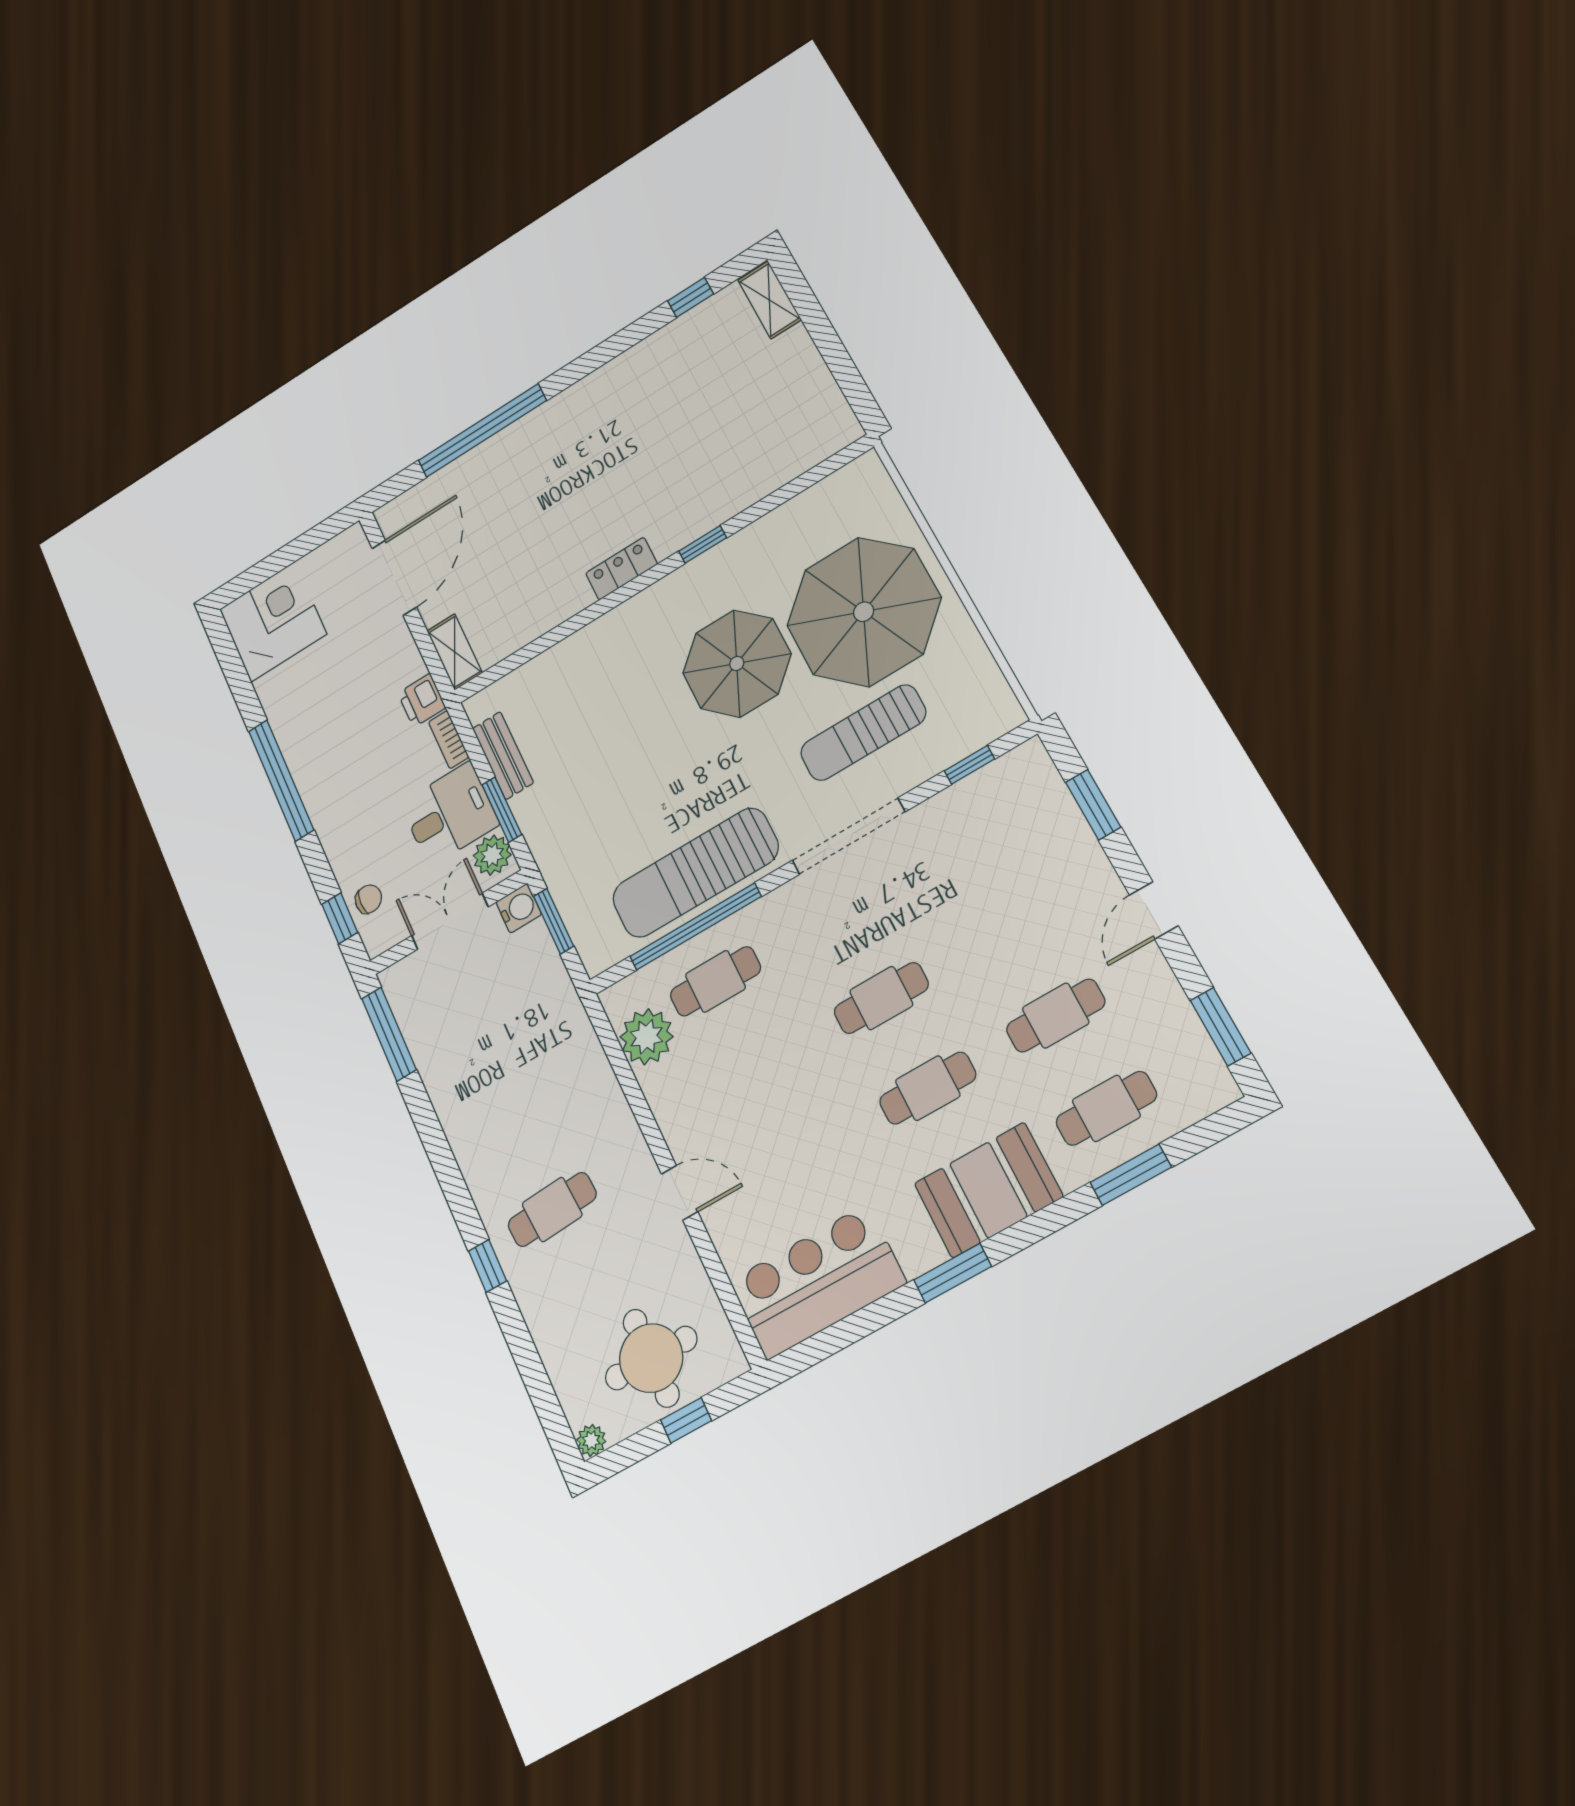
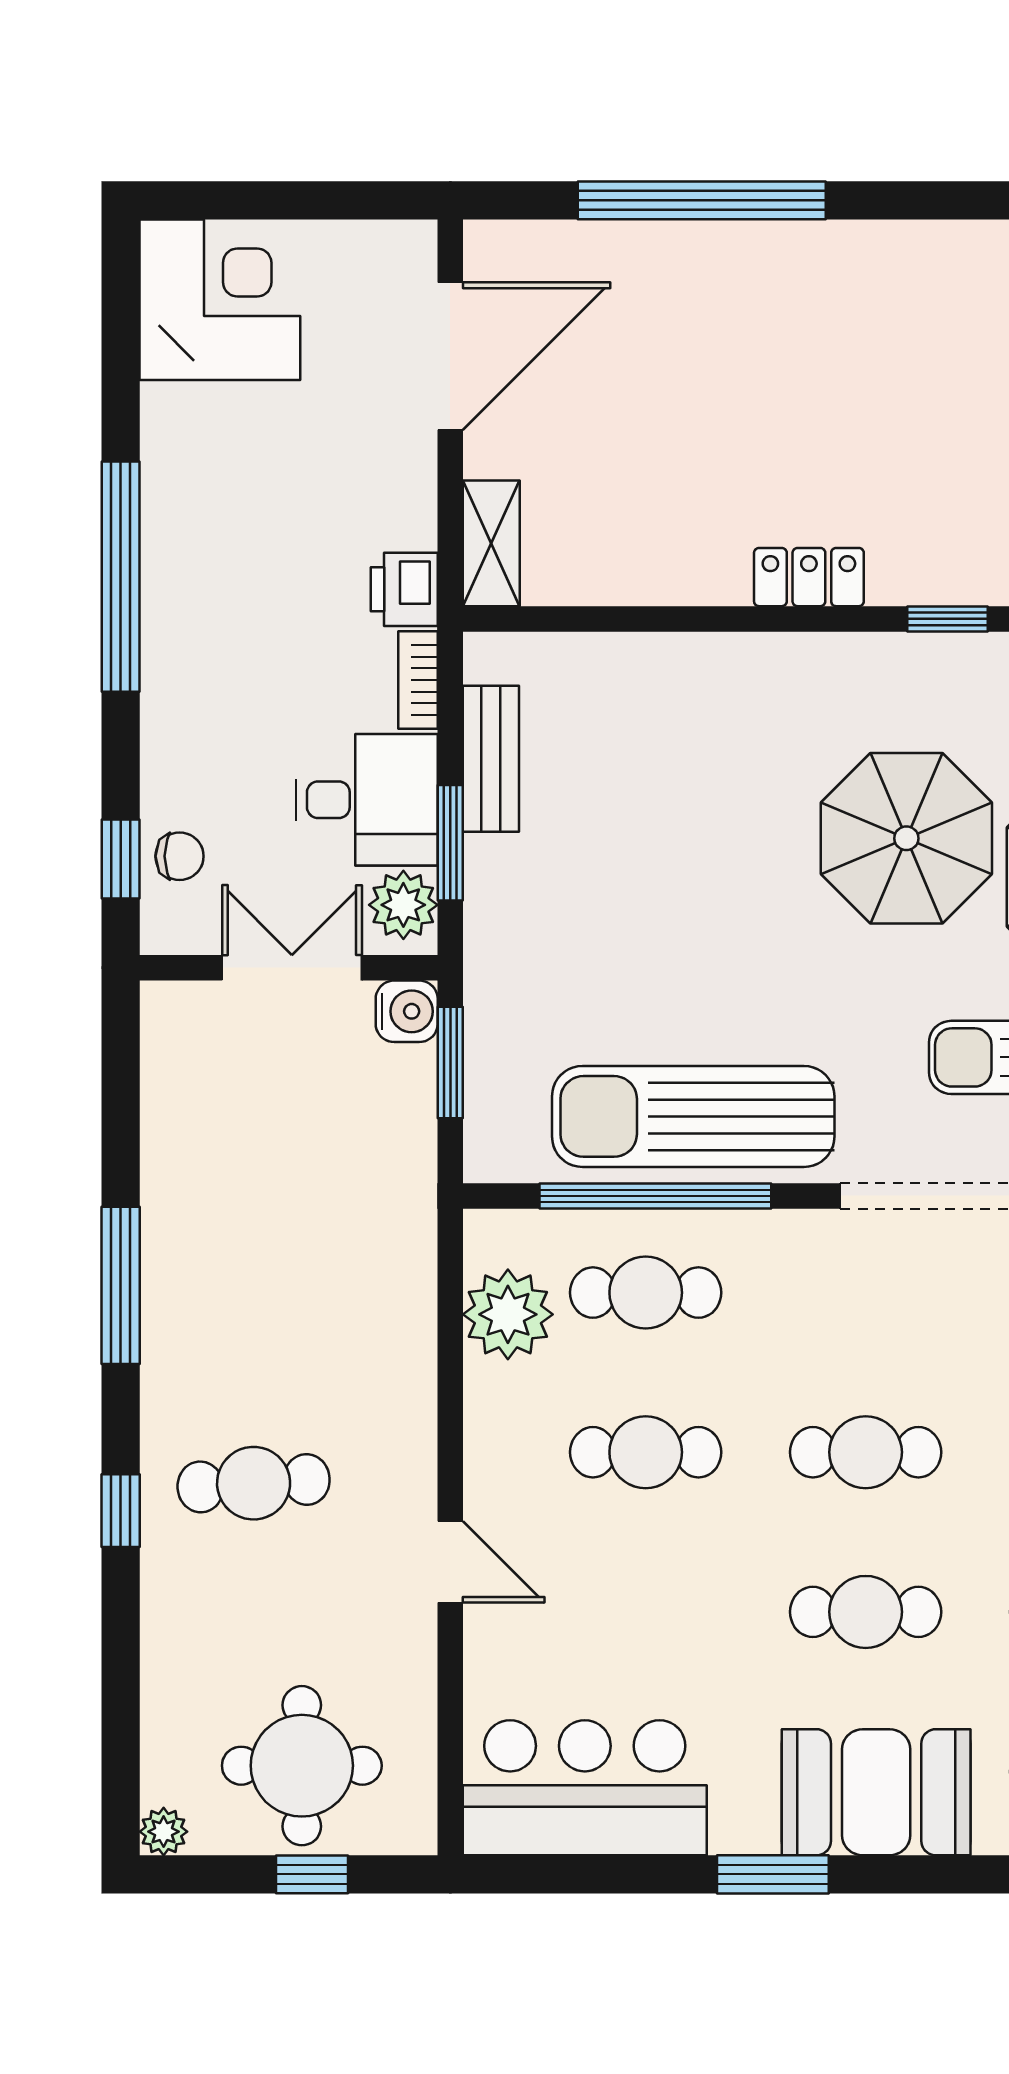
window: (389, 1034) -> (121, 1285), moved
cafe table: (758, 1069) -> (646, 1452), added

